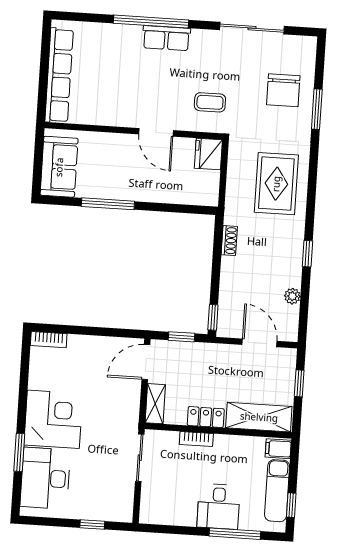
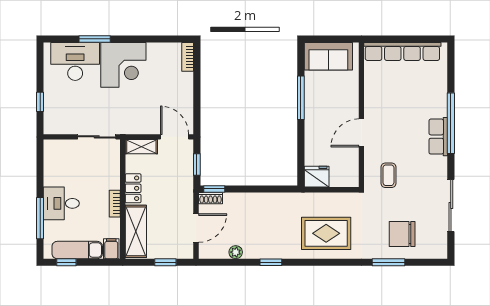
fridge: (208, 154) -> (317, 177), moved
shoe rack: (229, 241) -> (211, 198), moved
bookcase: (196, 439) -> (115, 204), moved

